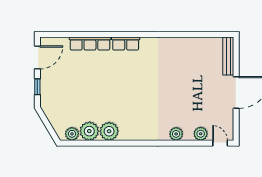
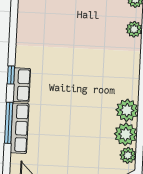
window: (94, 34) -> (9, 123), added
window: (133, 34) -> (11, 75), added

